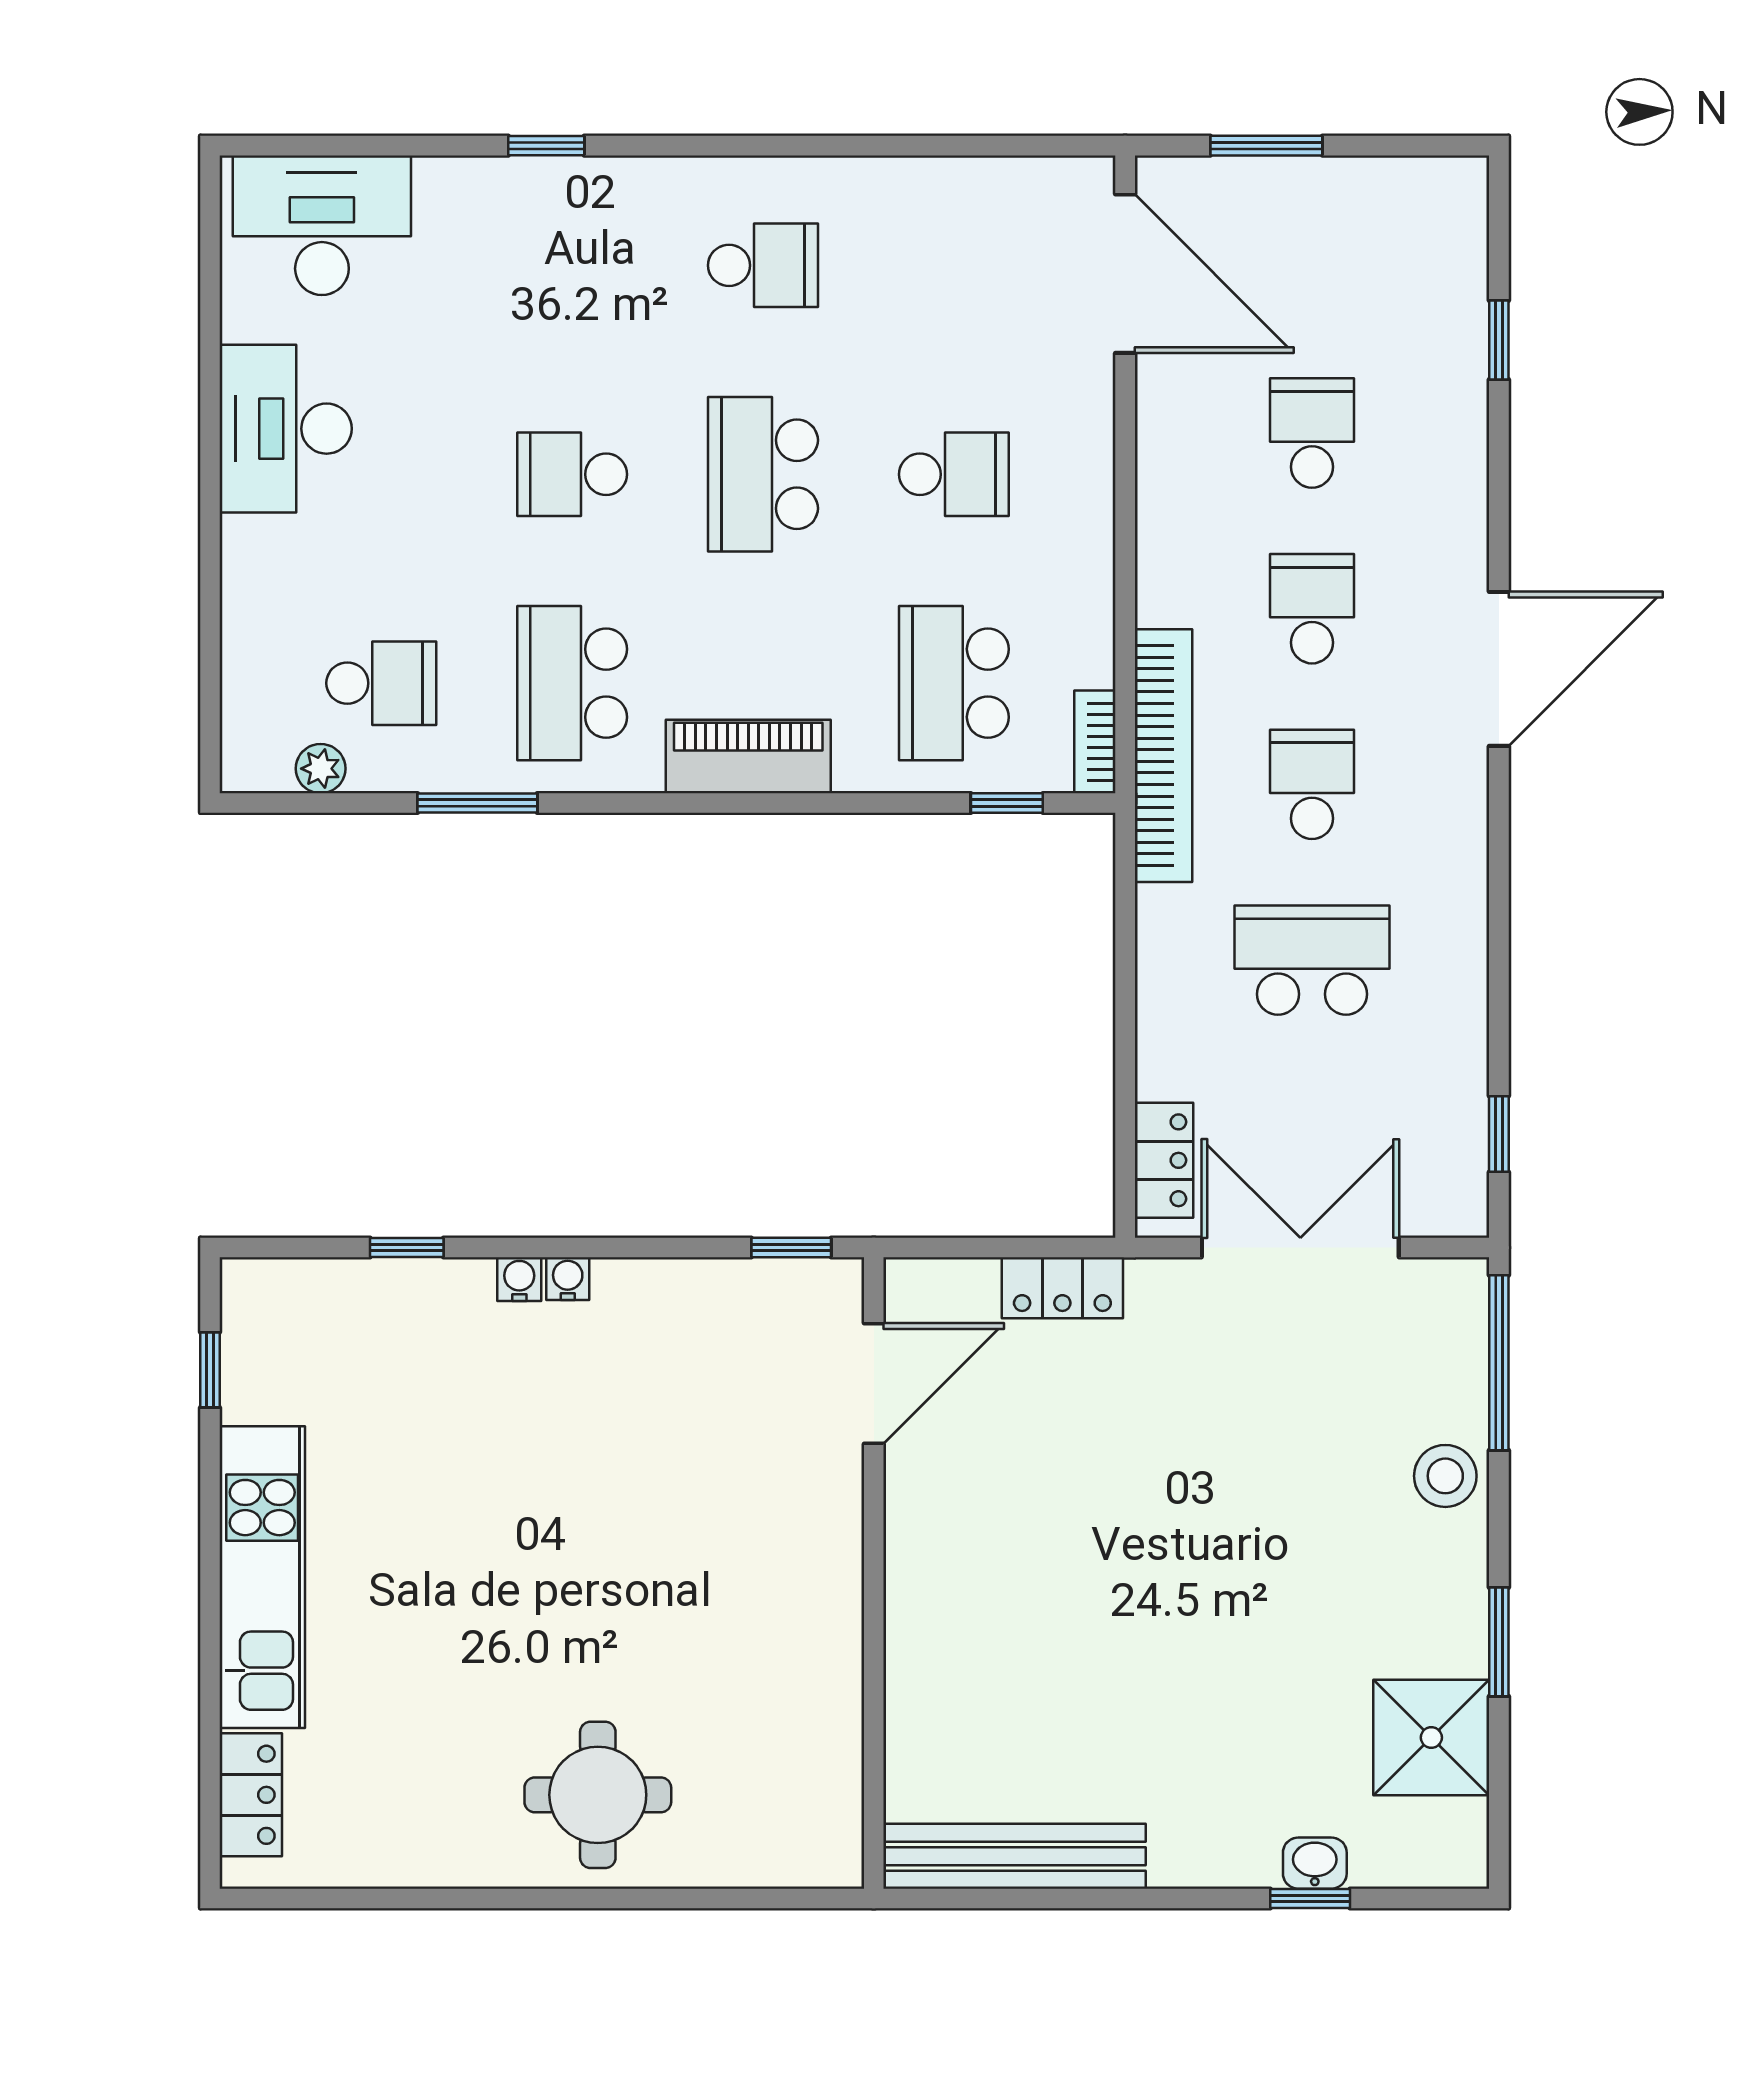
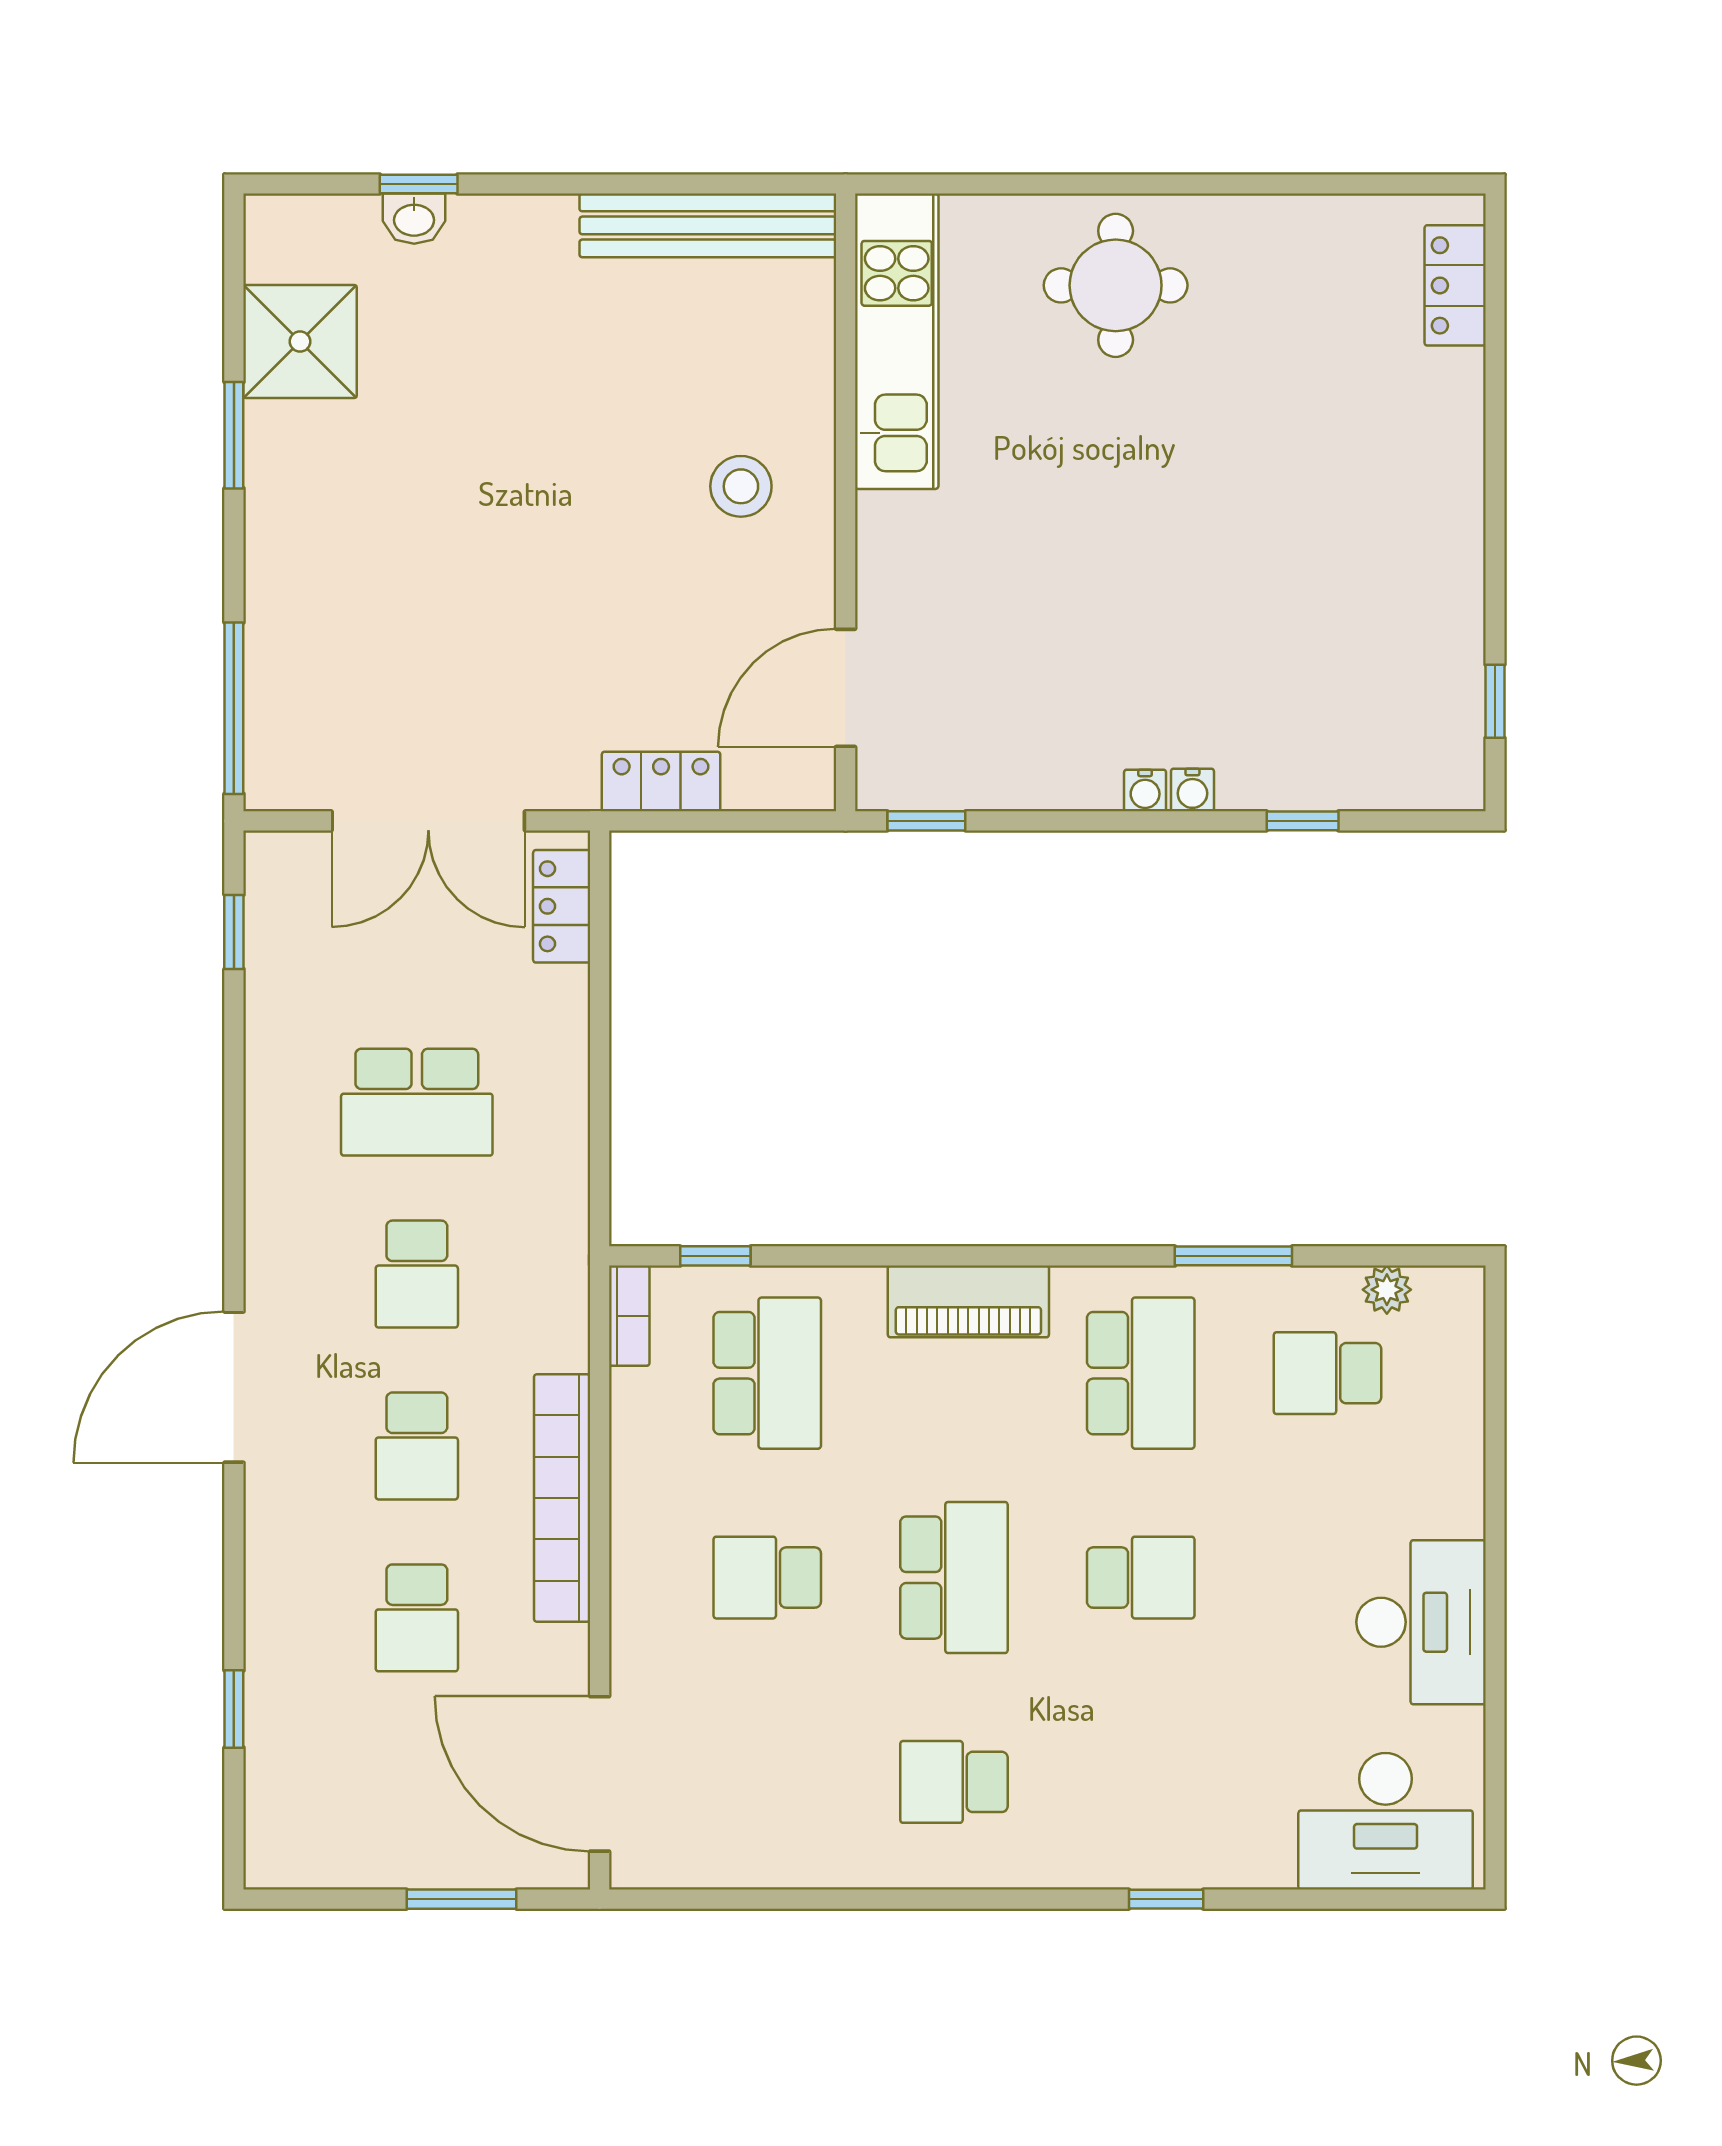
bookcase: (1163, 756) -> (562, 1498), moved
stool: (1445, 1476) -> (741, 486), moved
kitchen unit: (262, 1577) -> (897, 341), moved, turned 180

